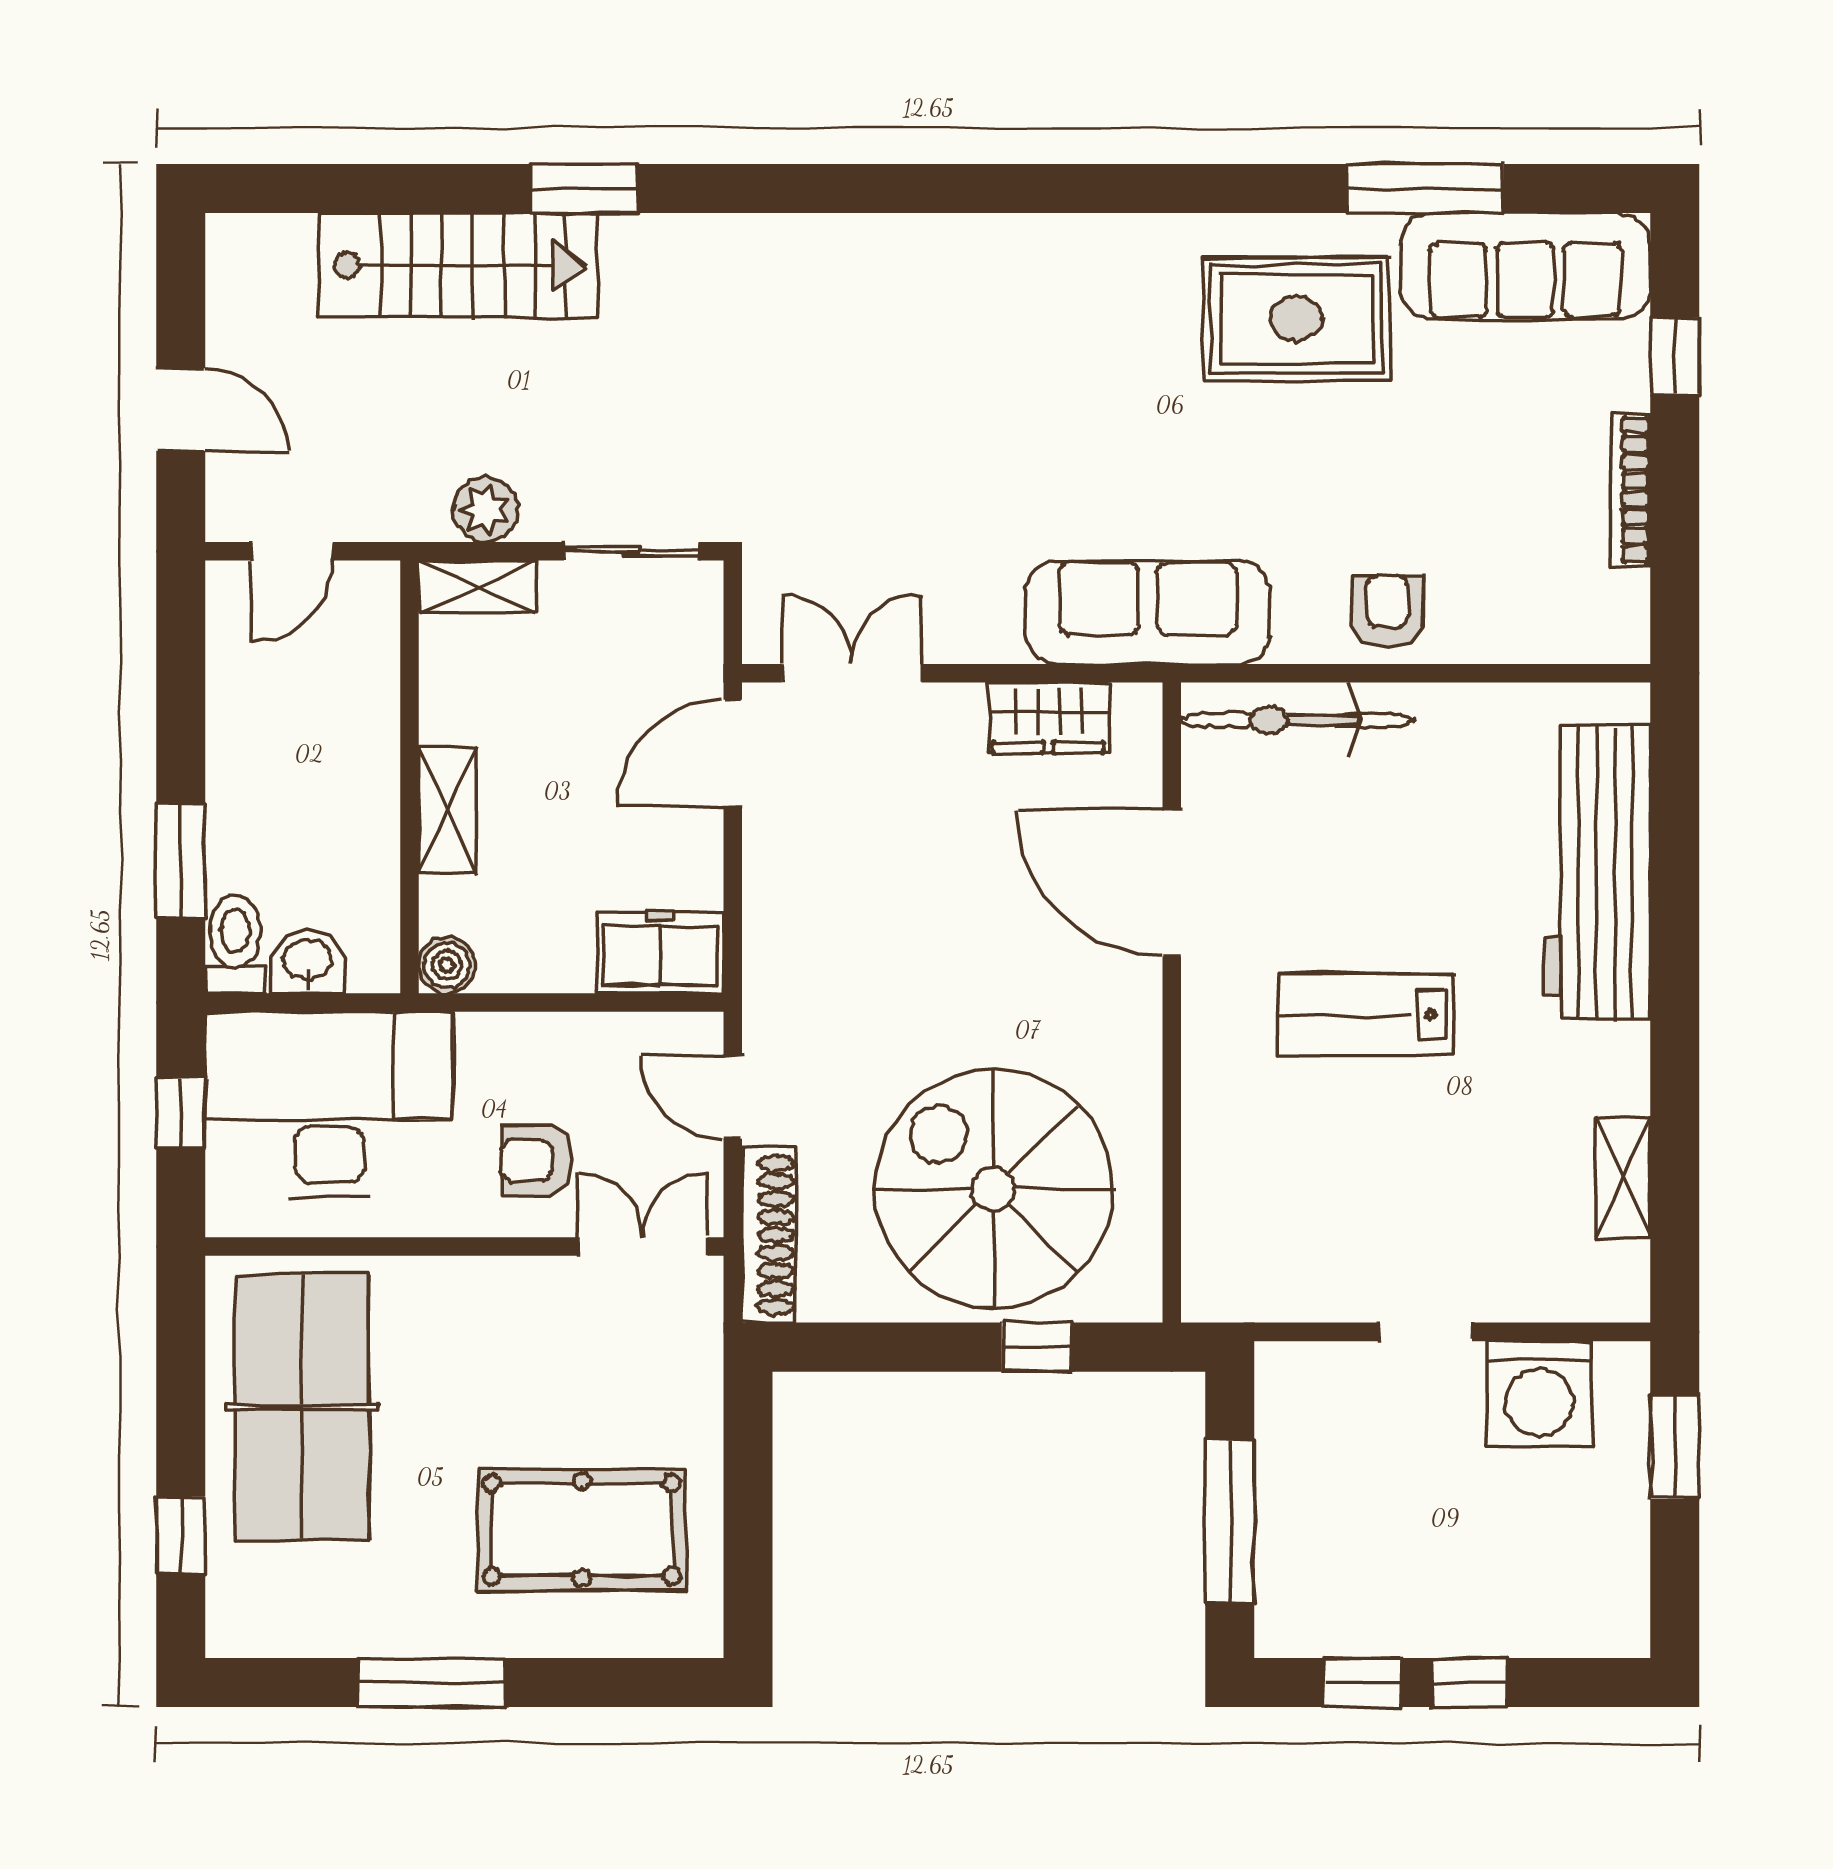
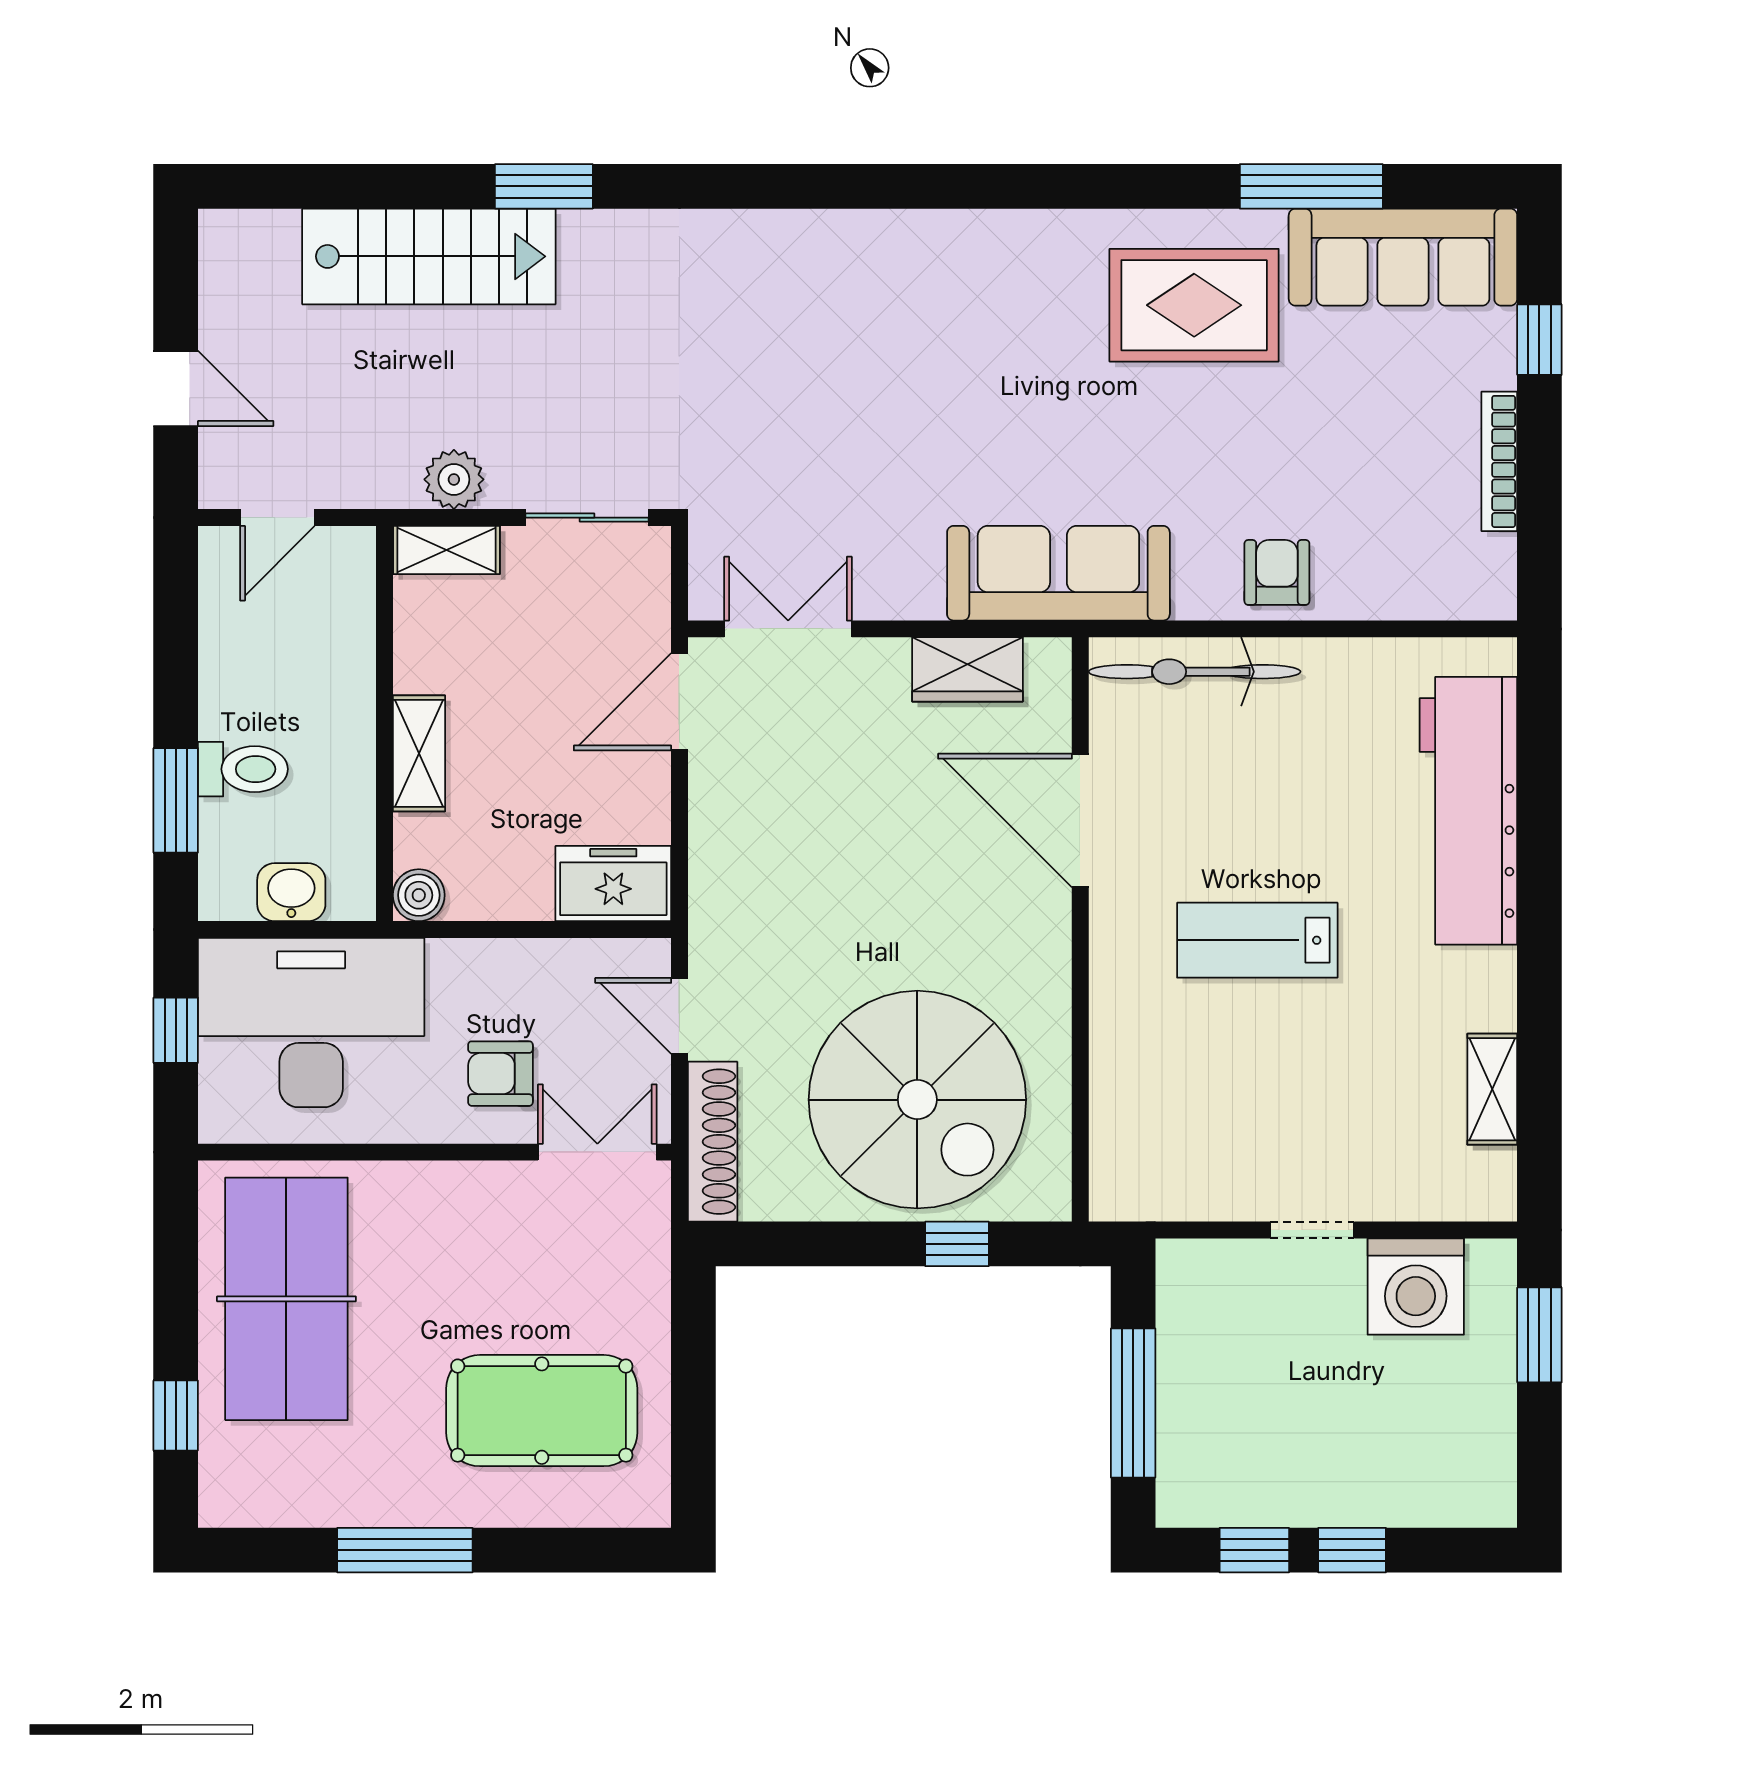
toilet: (235, 944) -> (243, 769), moved, turned 90
spiral stairs: (993, 1189) -> (917, 1100), turned 180

